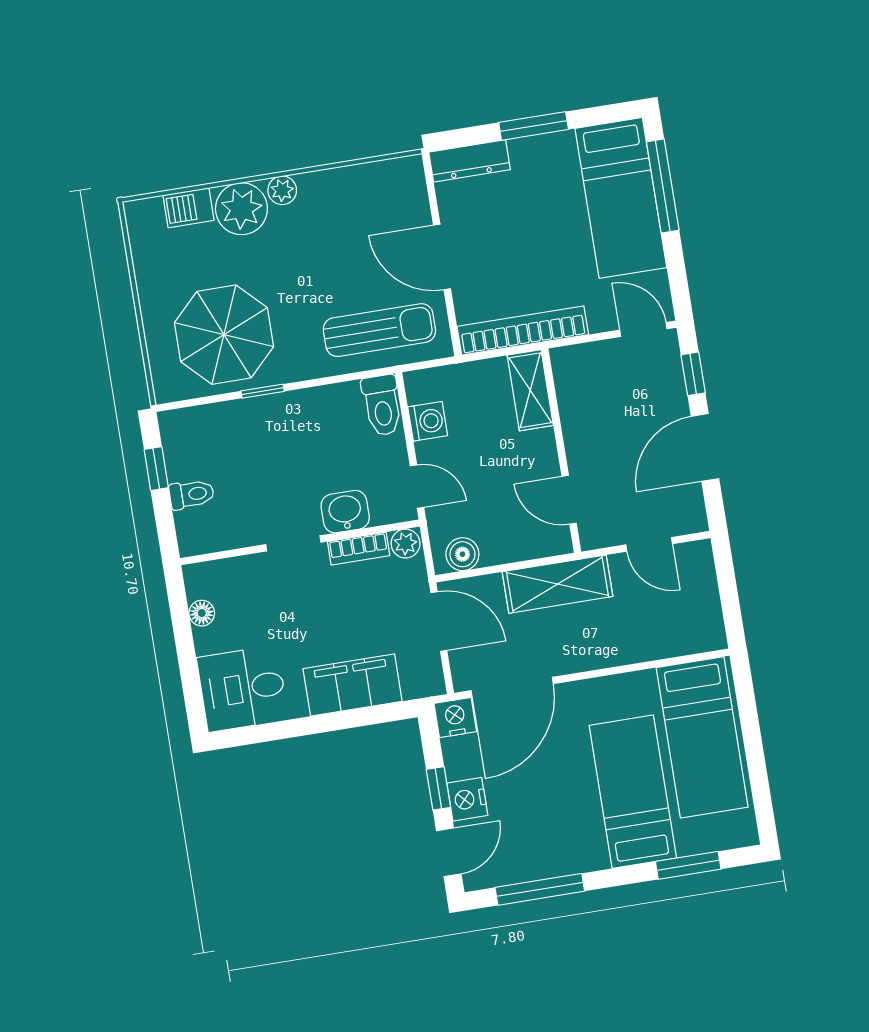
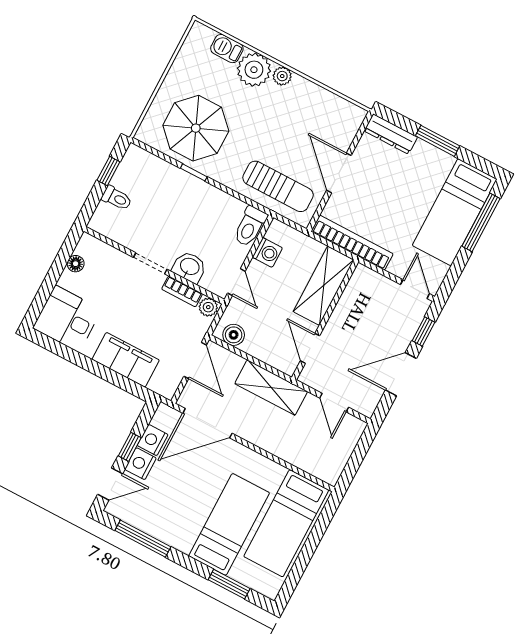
shelving: (530, 390) -> (324, 286), width x1.50, depth x1.33
nightstand: (455, 718) -> (153, 440), moved, turned -90

